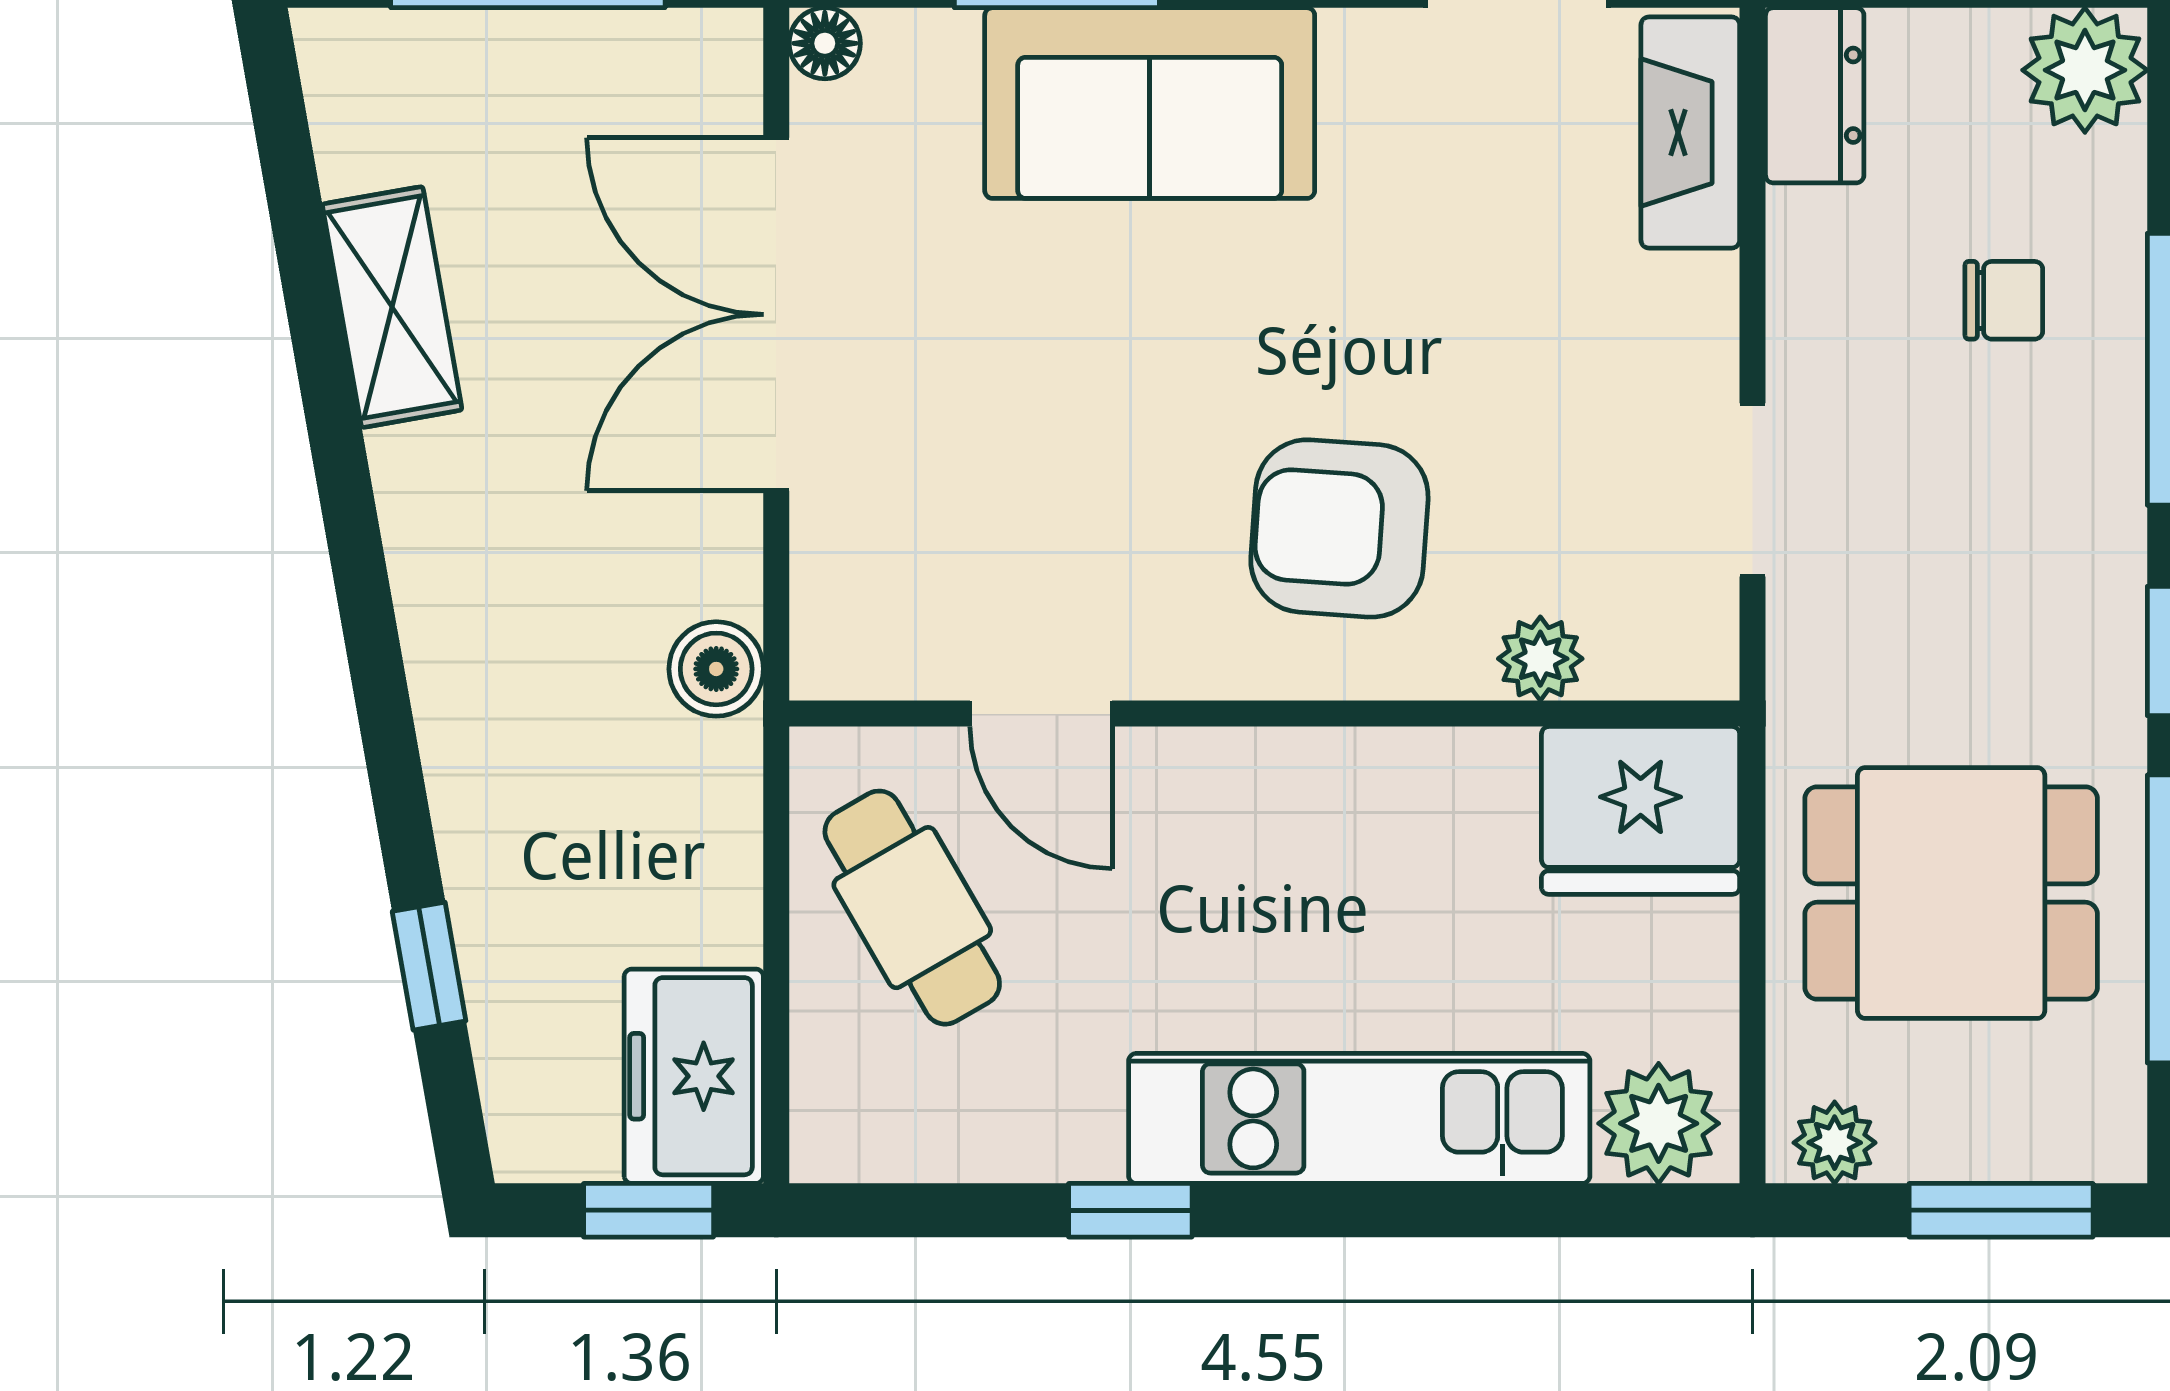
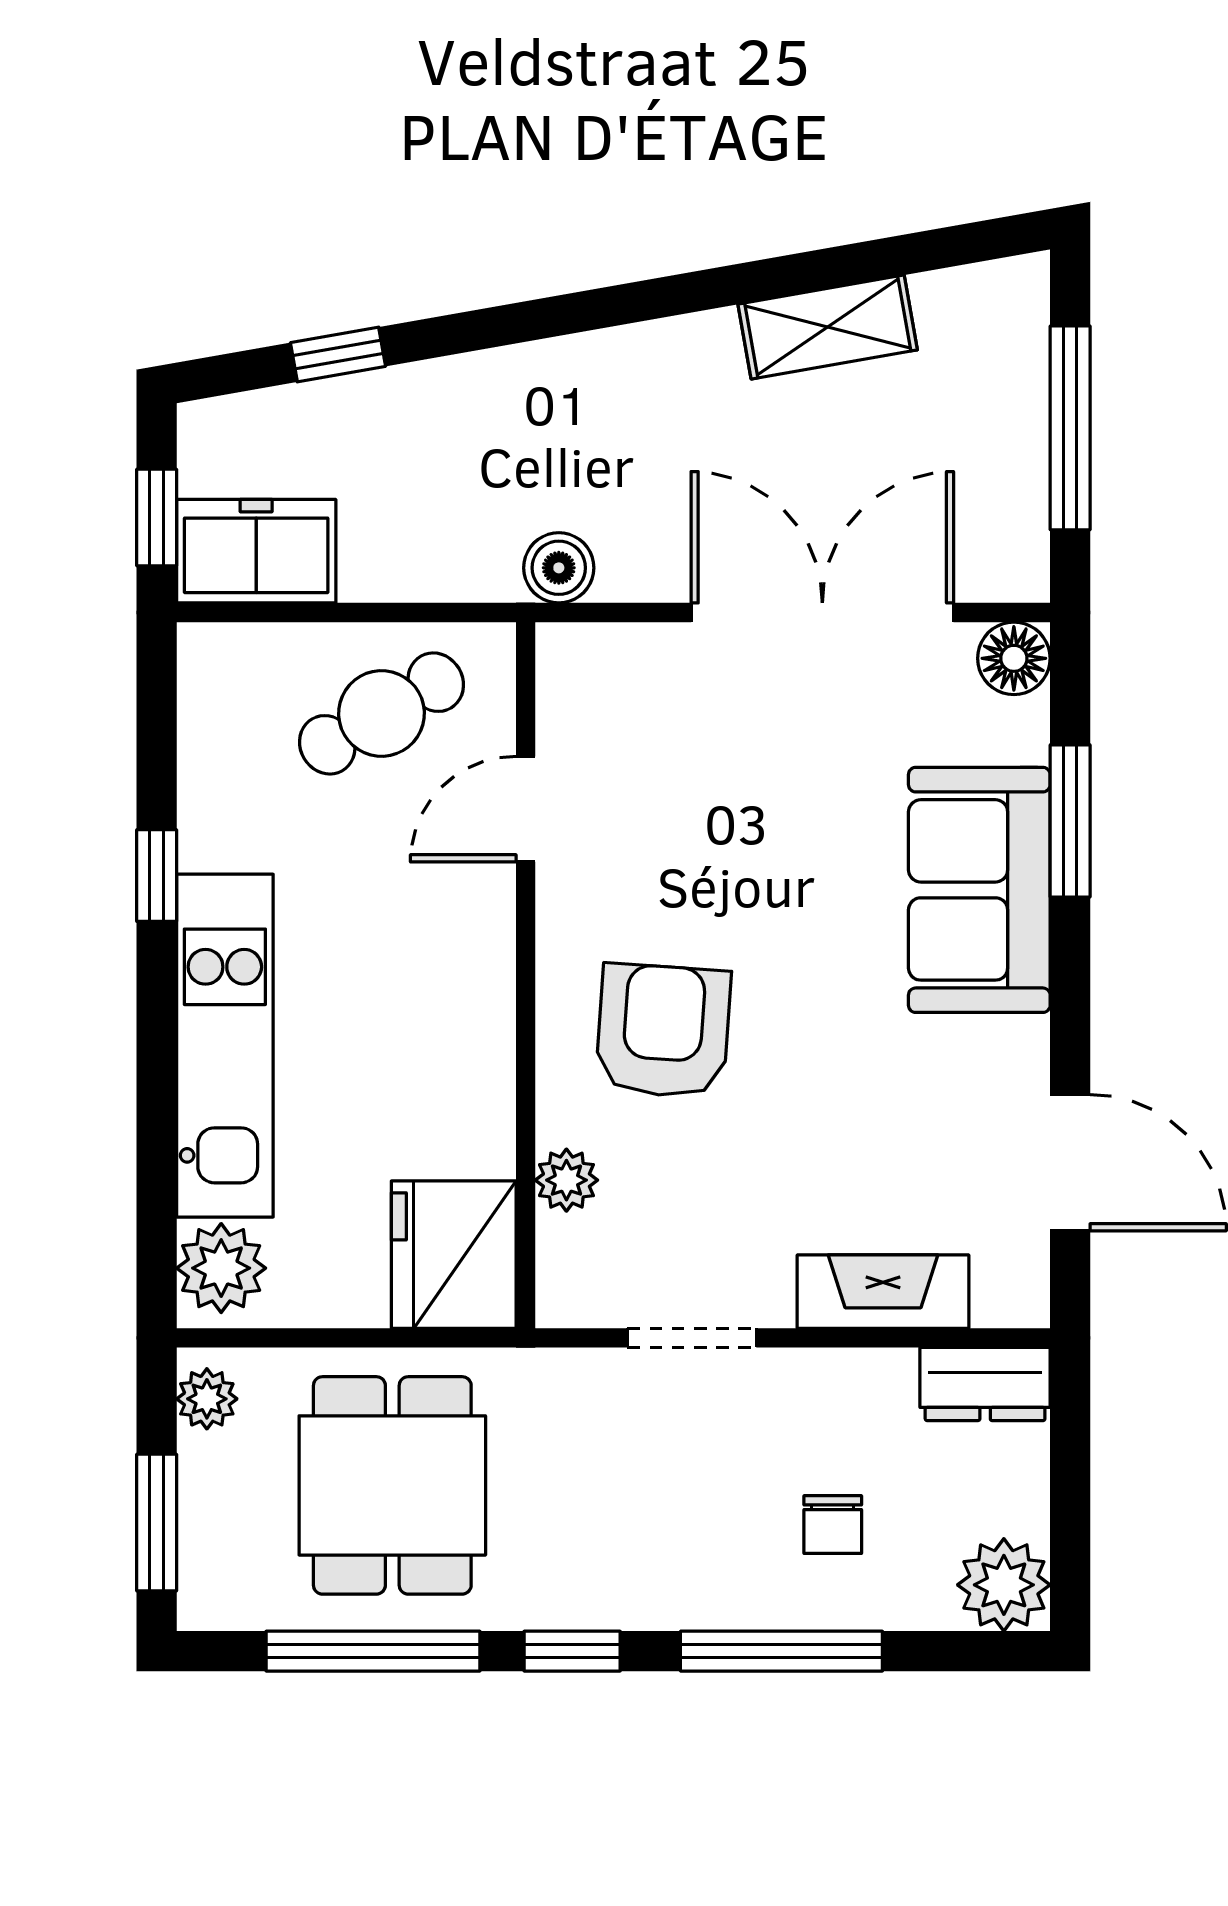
floor lamp: (825, 43) -> (1014, 658), width x1.37, depth x1.37
fireplace: (1690, 133) -> (883, 1292), moved

